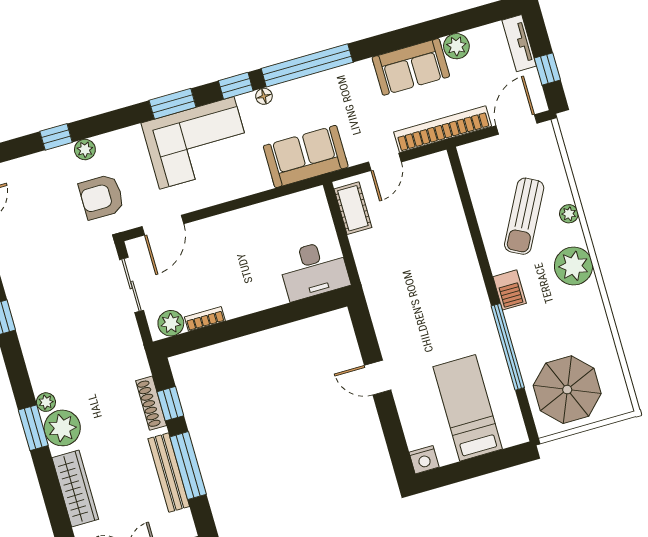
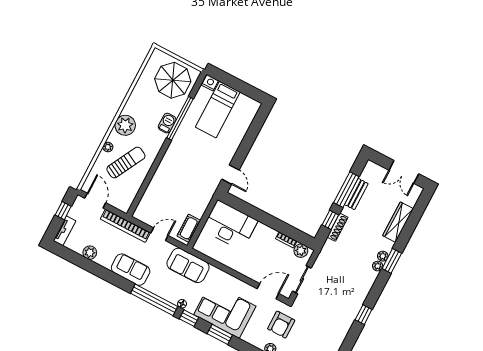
sofa: (411, 67) -> (131, 270), moved
door: (516, 124) -> (95, 201), swing flipped
armchair: (102, 197) -> (281, 325), turned 90
desk: (314, 270) -> (230, 225), width x1.36, depth x1.30
barbecue: (510, 290) -> (167, 123), moved
door: (378, 378) -> (230, 175), moved
plant: (62, 428) -> (383, 256), width x0.53, depth x0.53
nightstand: (424, 460) -> (210, 83), moved
bench: (169, 473) -> (356, 194), width x0.73

